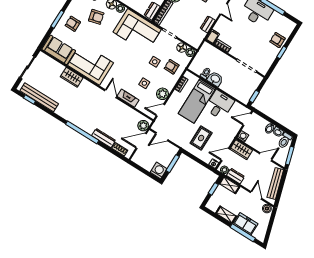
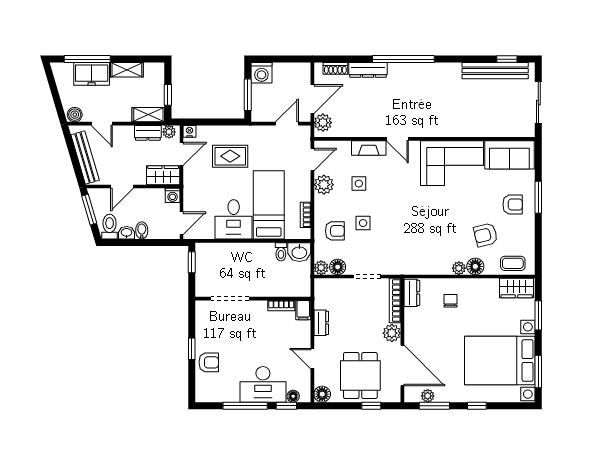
corner sofa: (137, 31) -> (415, 251), removed
wardrobe: (72, 77) -> (467, 128), removed
washbasin: (215, 79) -> (299, 252), moved
rug: (201, 138) -> (230, 156), turned 90

